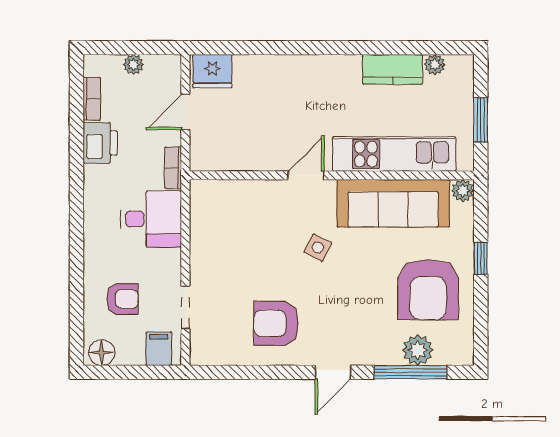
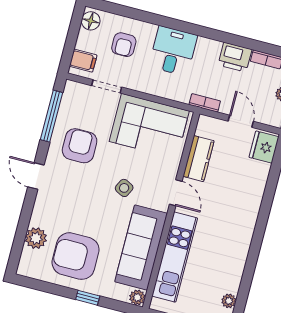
kitchen counter: (392, 69) -> (199, 159), moved, turned 180
desk: (151, 219) -> (173, 51), moved, turned 180
corner sofa: (225, 235) -> (149, 126), added
window: (411, 372) -> (51, 116), moved

